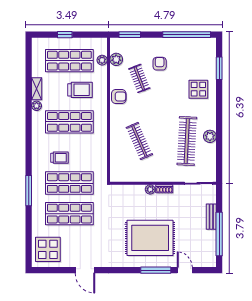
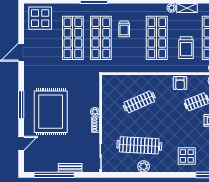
window: (156, 270) -> (21, 105), moved

